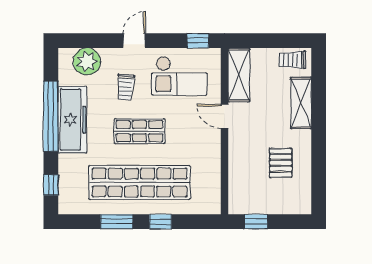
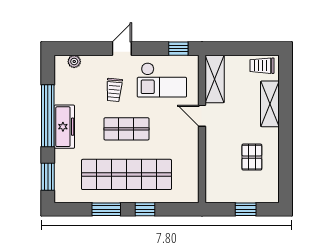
plant: (87, 62) -> (74, 61), width x0.53, depth x0.53
freezer: (72, 120) -> (64, 127), width x0.73, depth x0.79
window: (51, 185) -> (48, 177), width x1.50
window: (256, 222) -> (246, 209), moved

